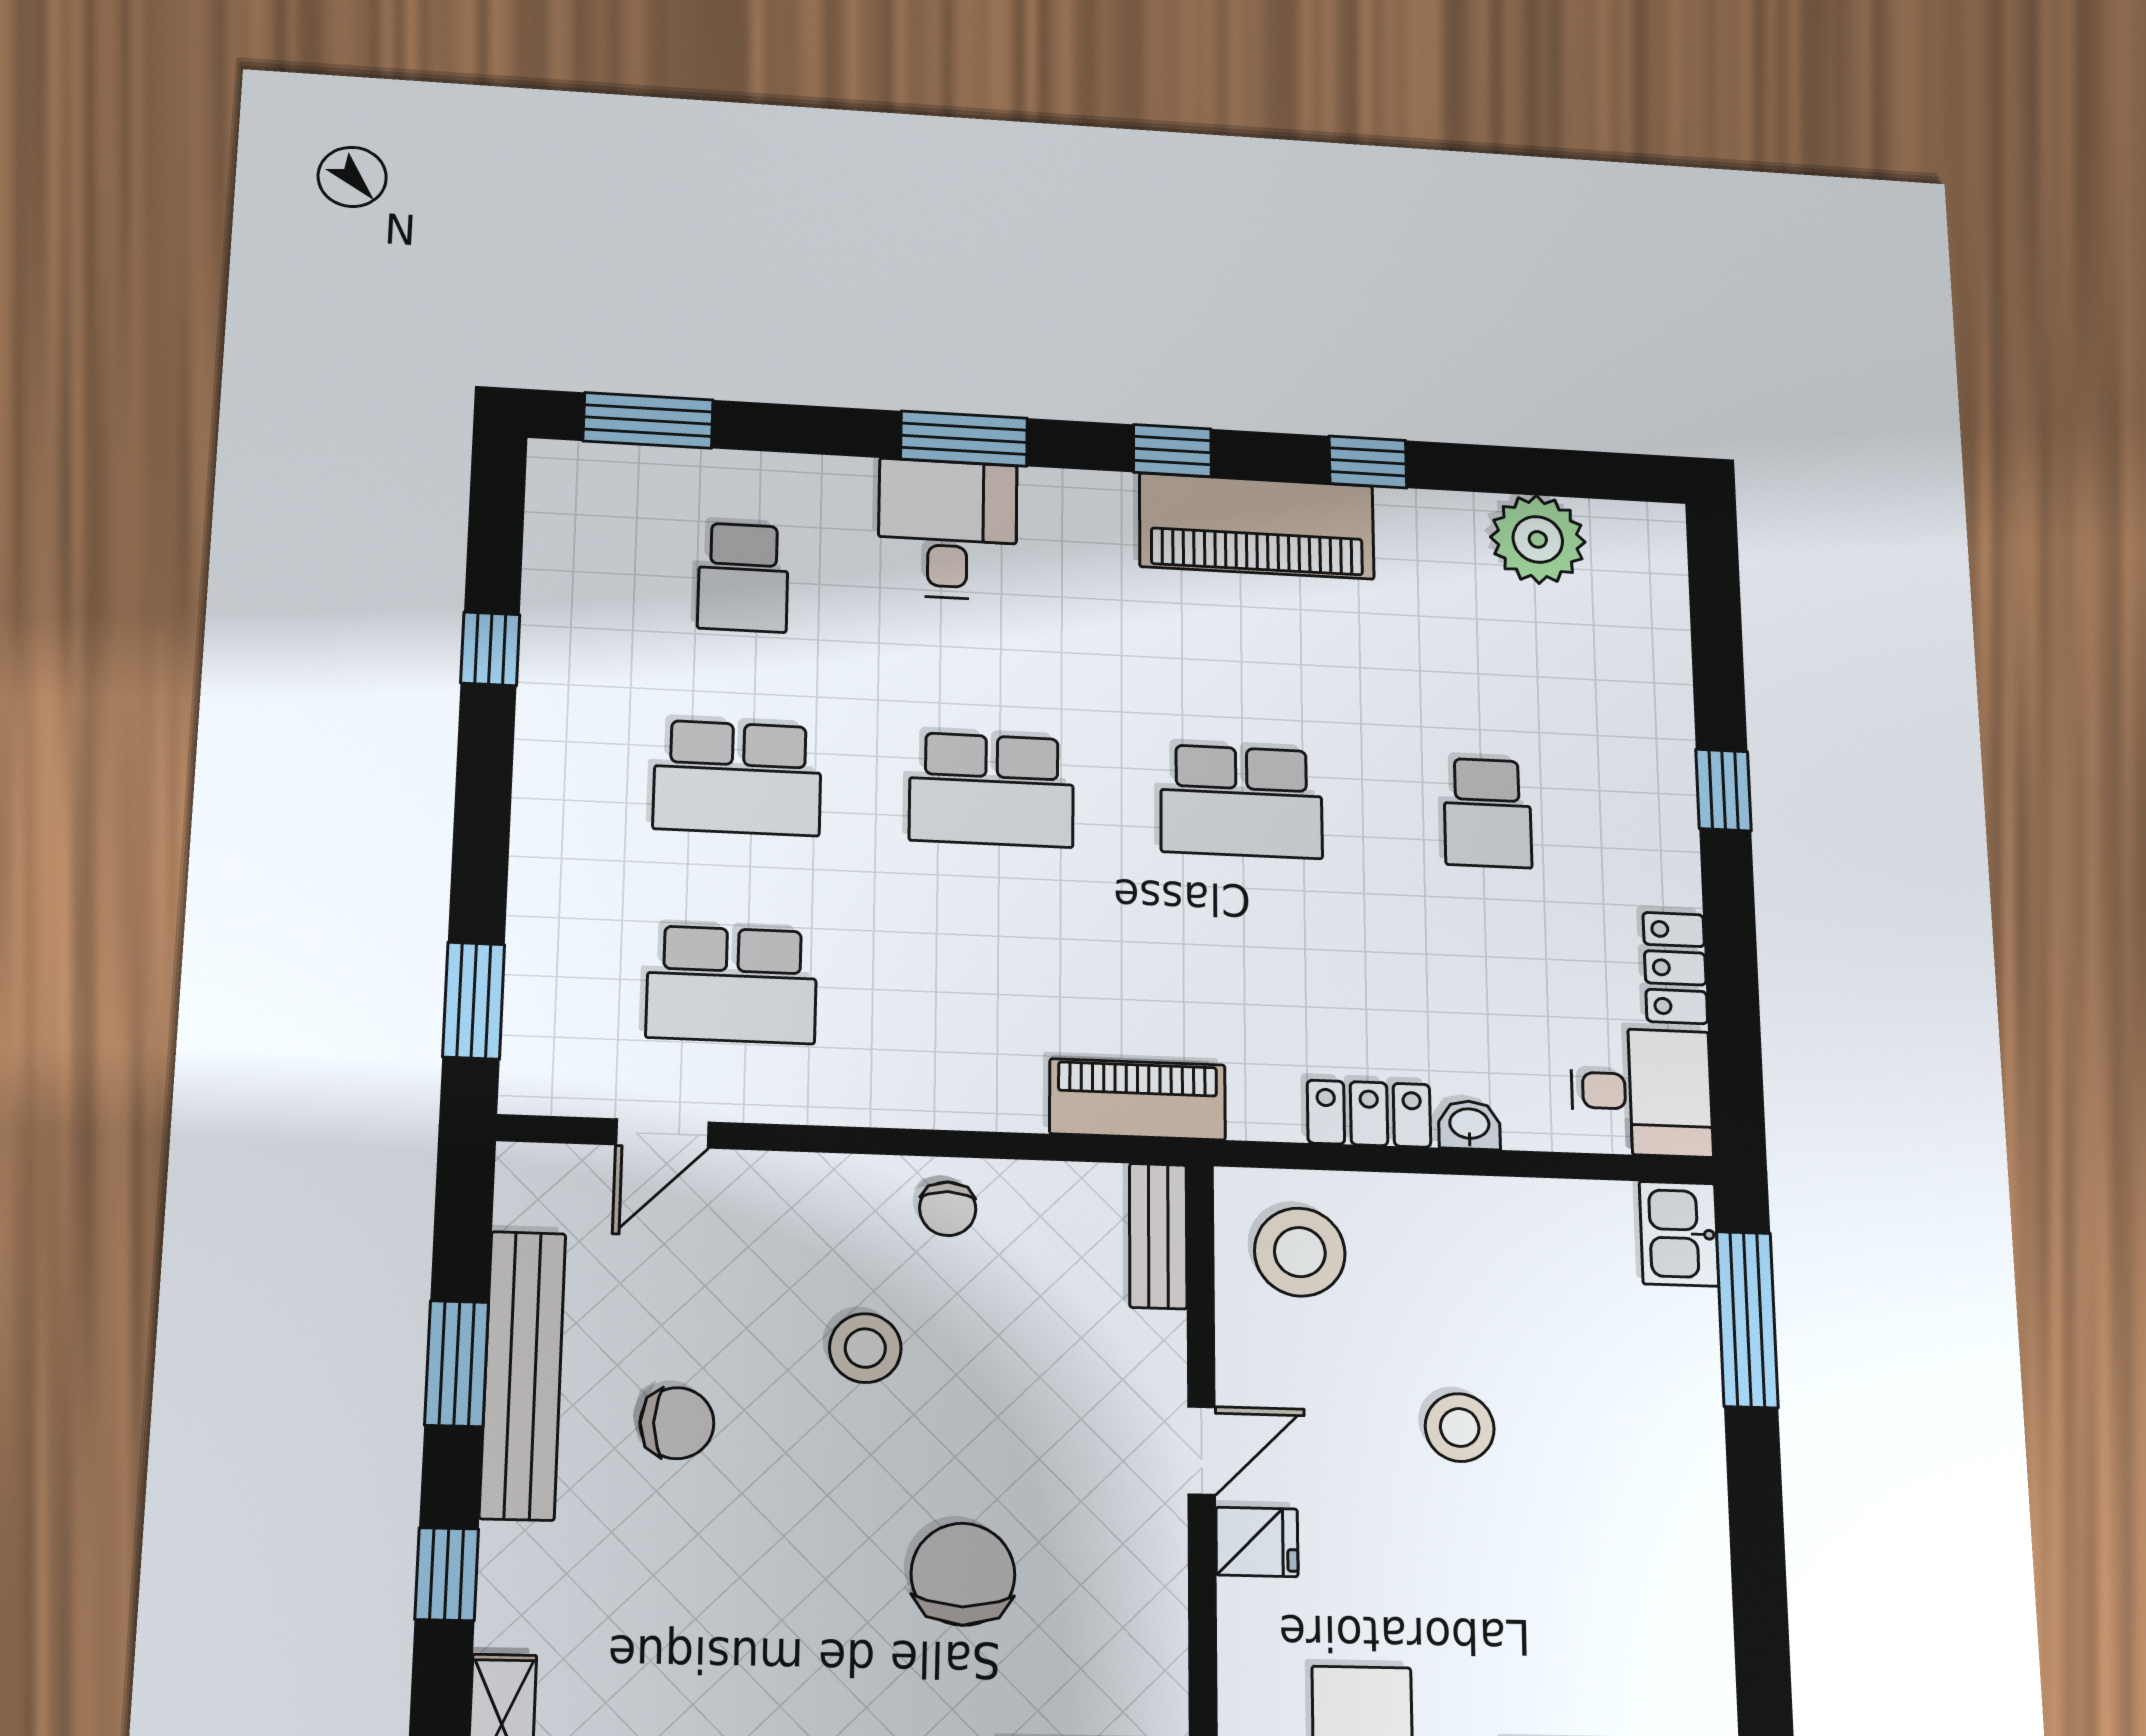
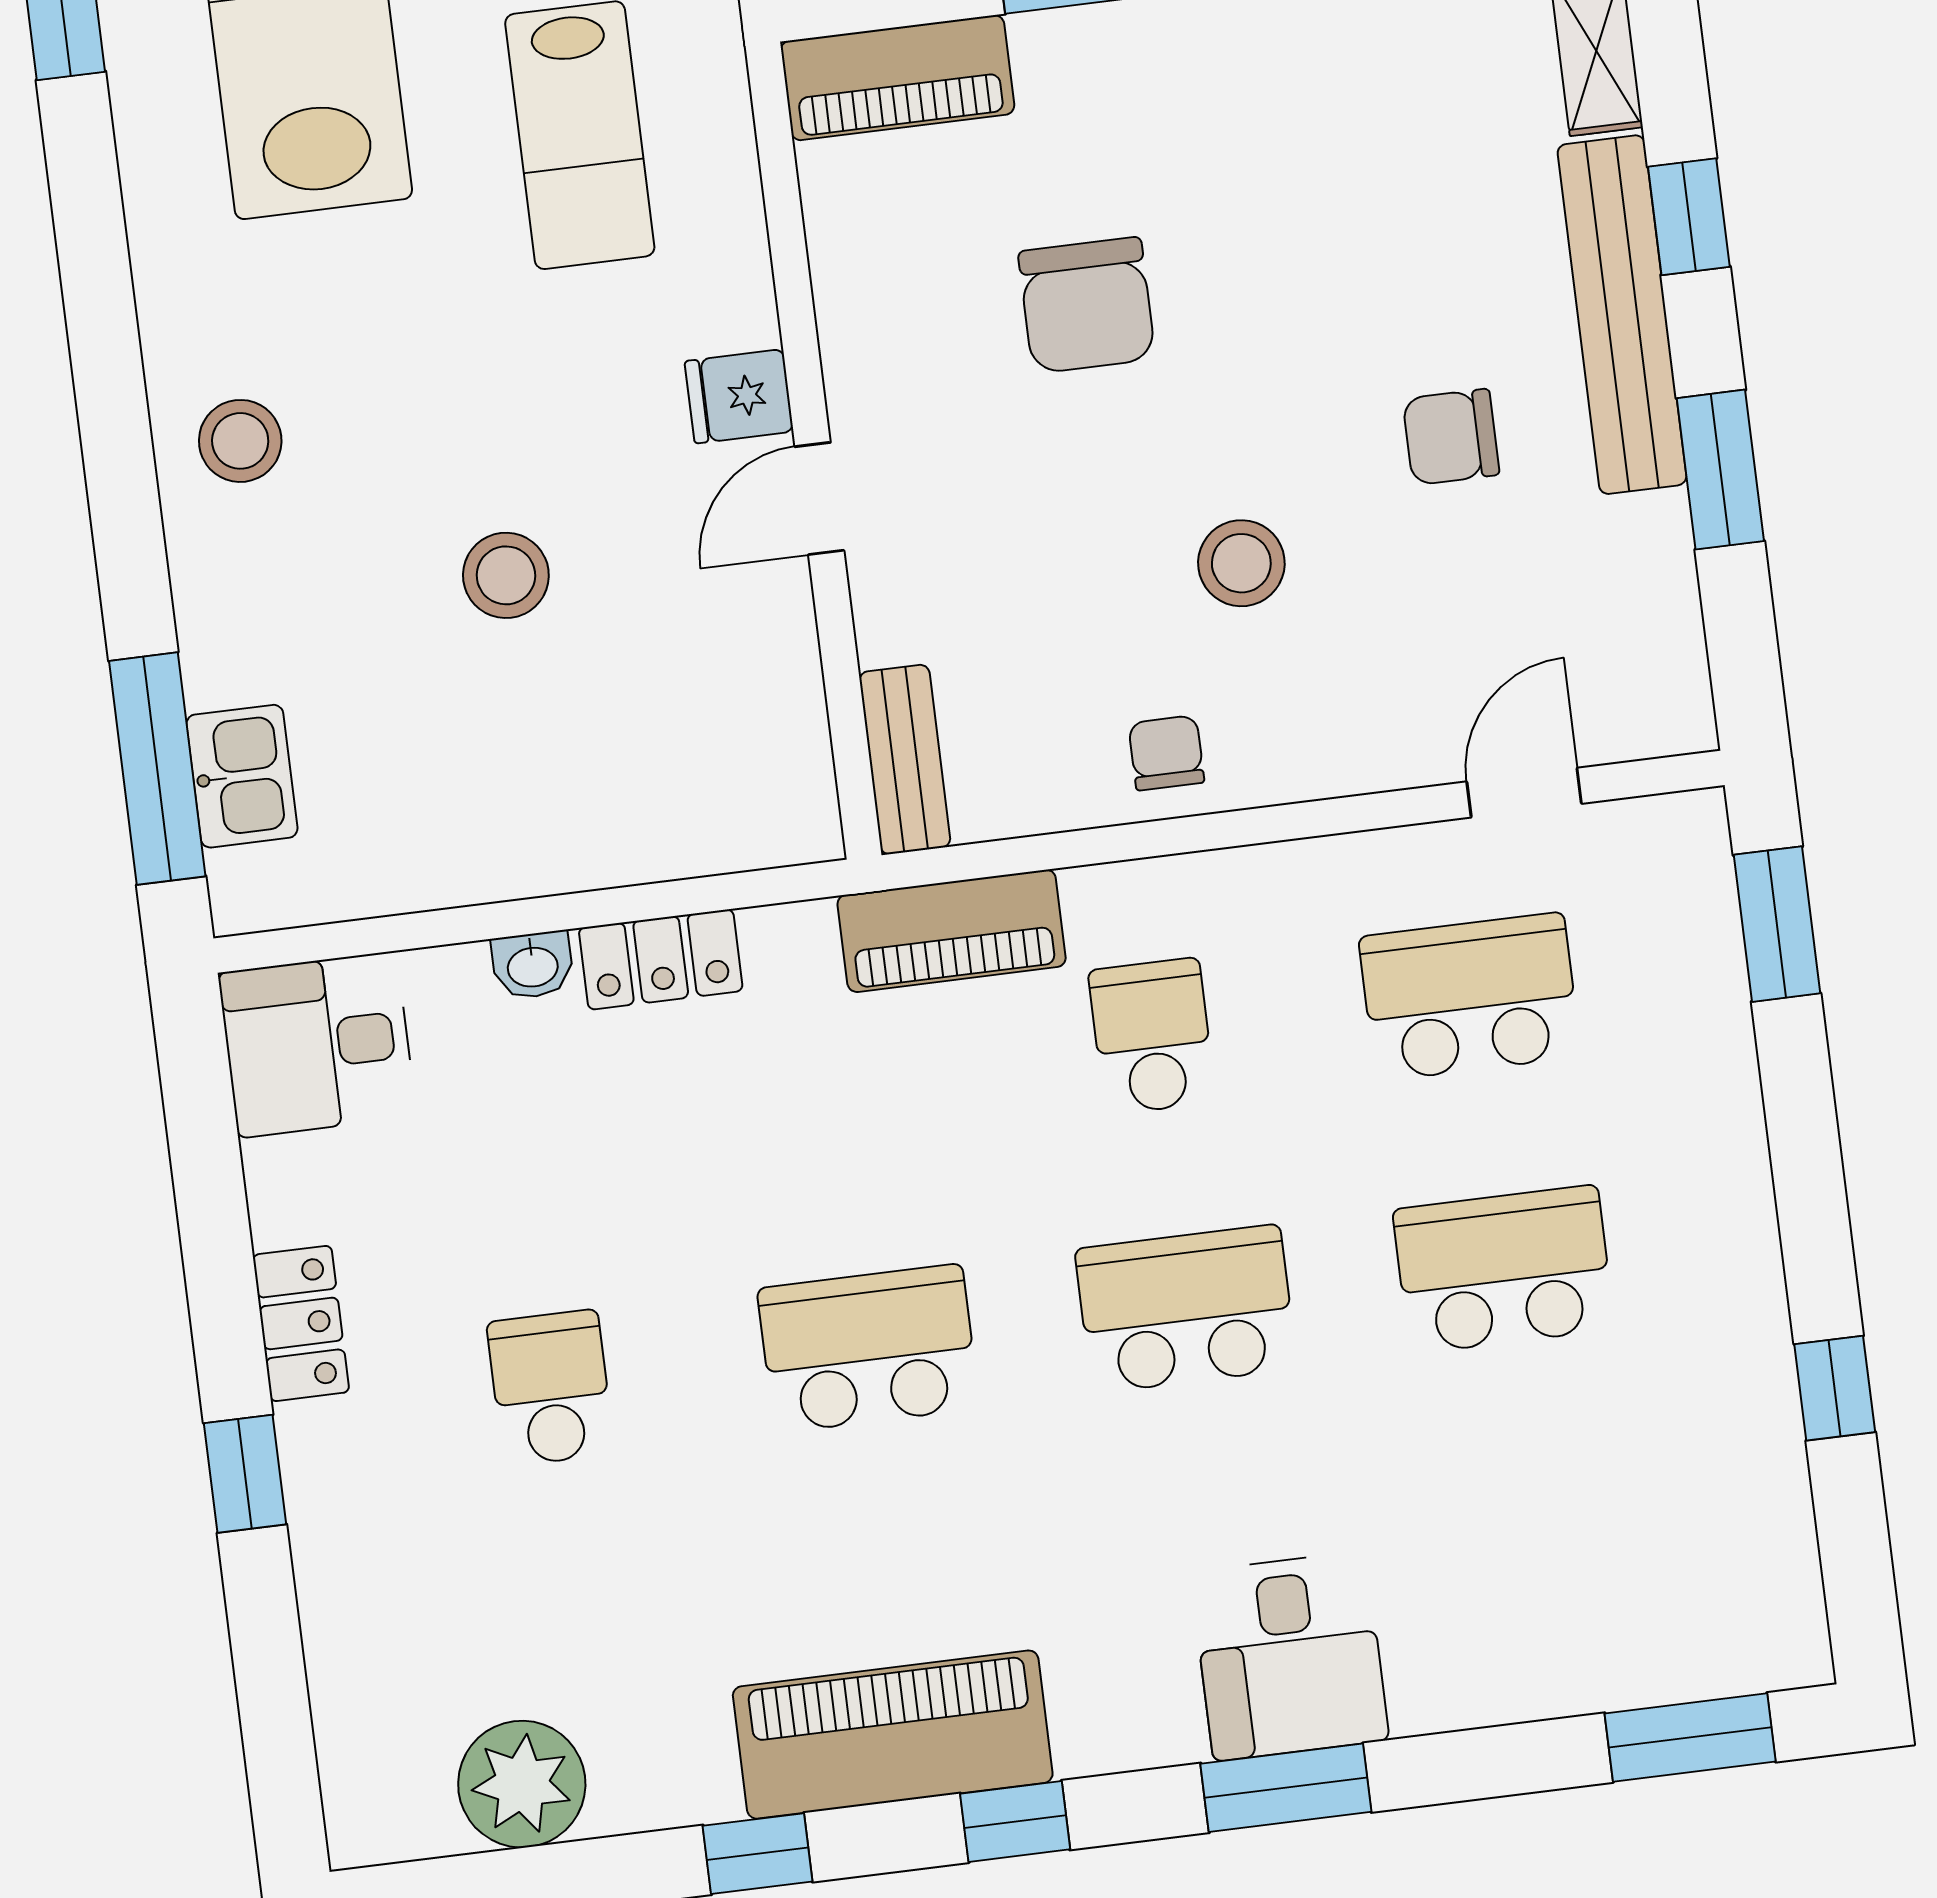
school desk: (743, 578) -> (1152, 1036), moved
locker: (1675, 968) -> (301, 1323), moved
kitchen sink: (1679, 1234) -> (242, 776), moved
stool: (1300, 1252) -> (240, 441), moved, width x0.73, depth x0.73
bench: (523, 1375) -> (1622, 315), moved

